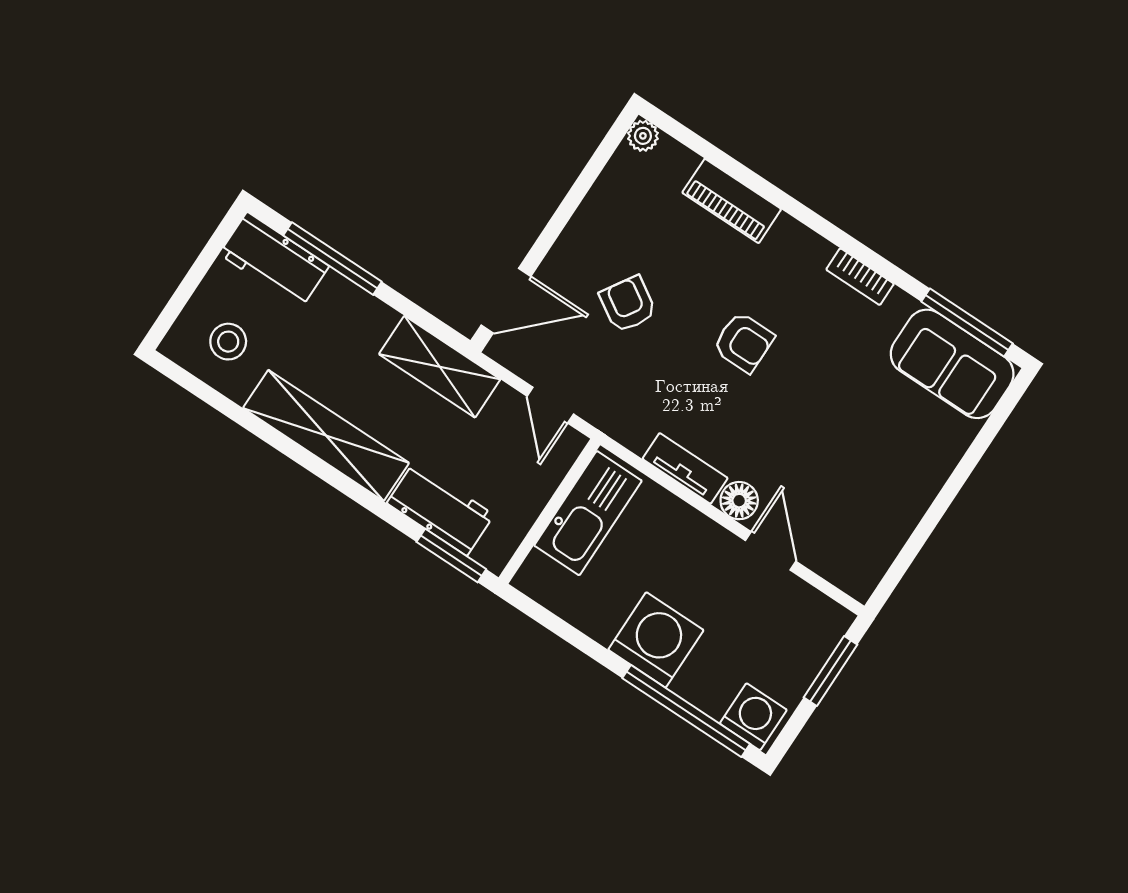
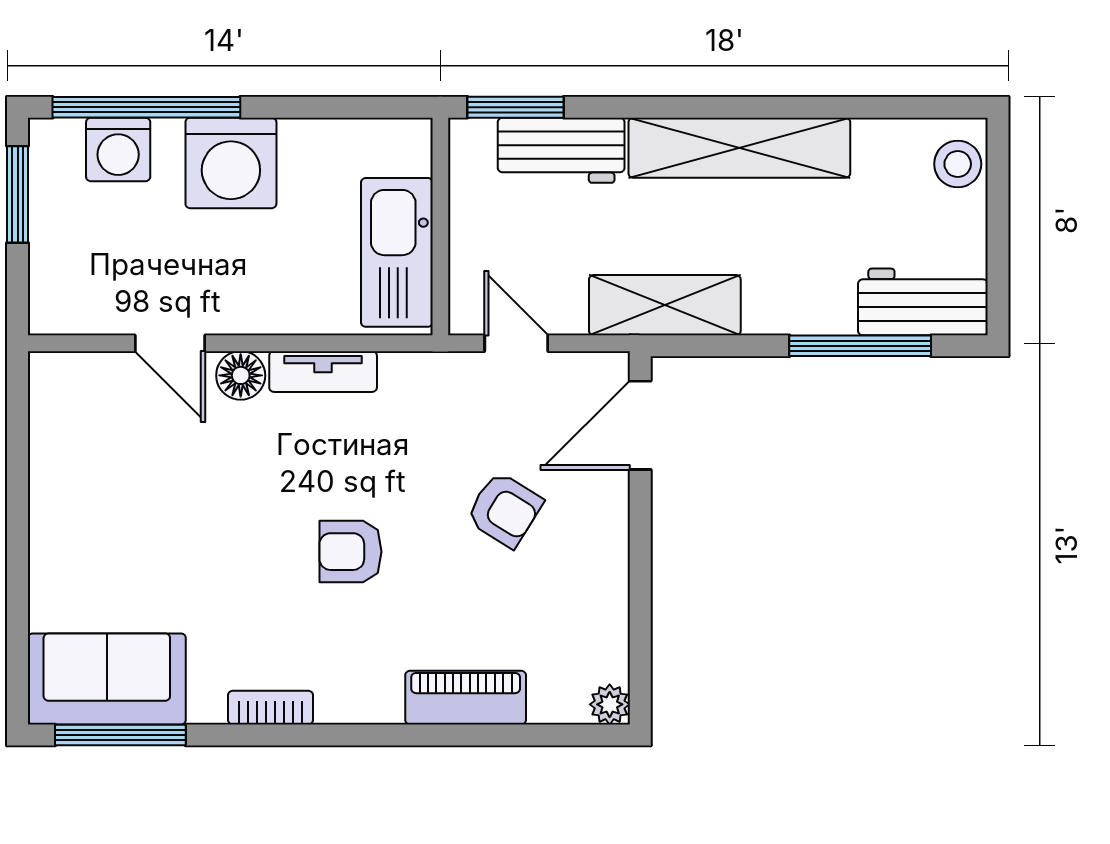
stool: (228, 342) -> (958, 164), moved
window: (831, 671) -> (18, 194), moved
washing machine: (753, 717) -> (118, 149), moved

